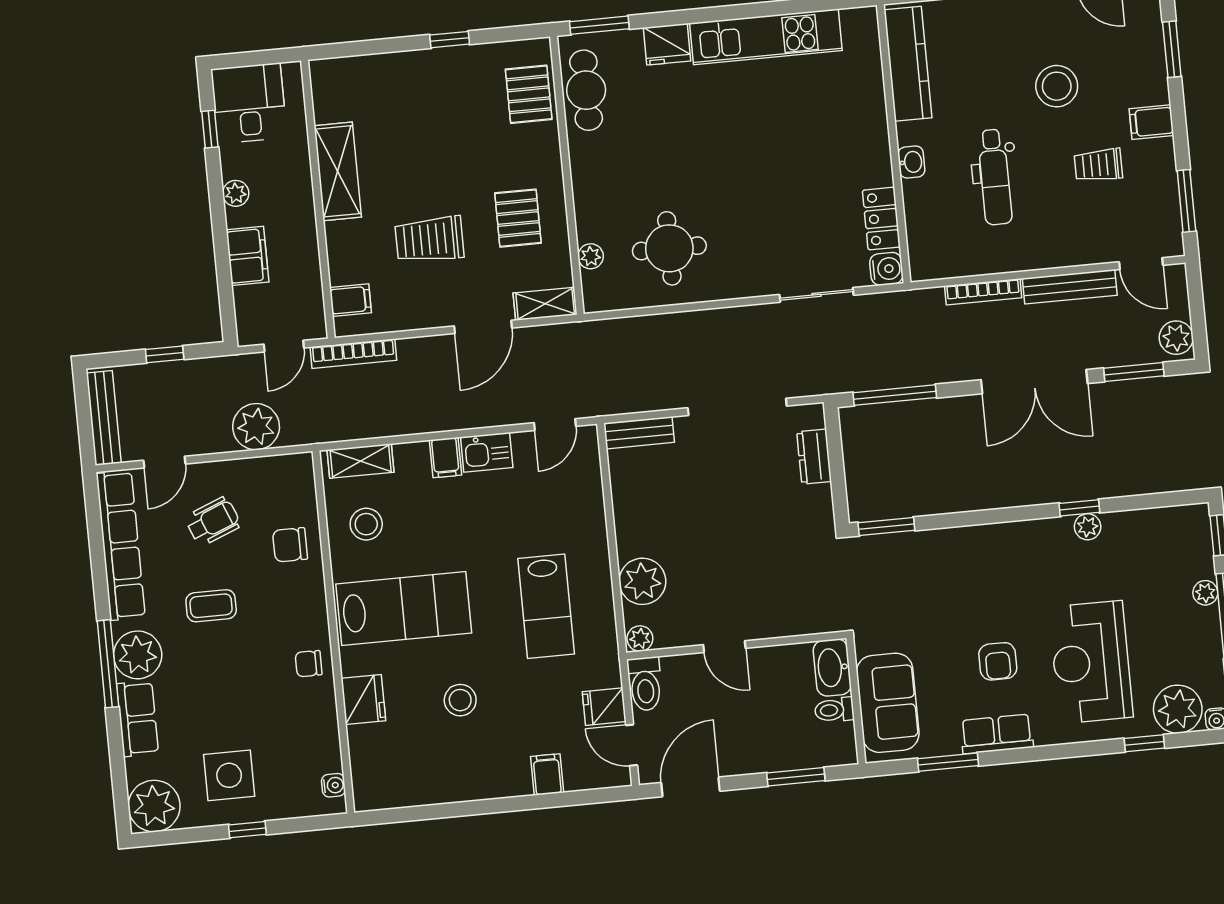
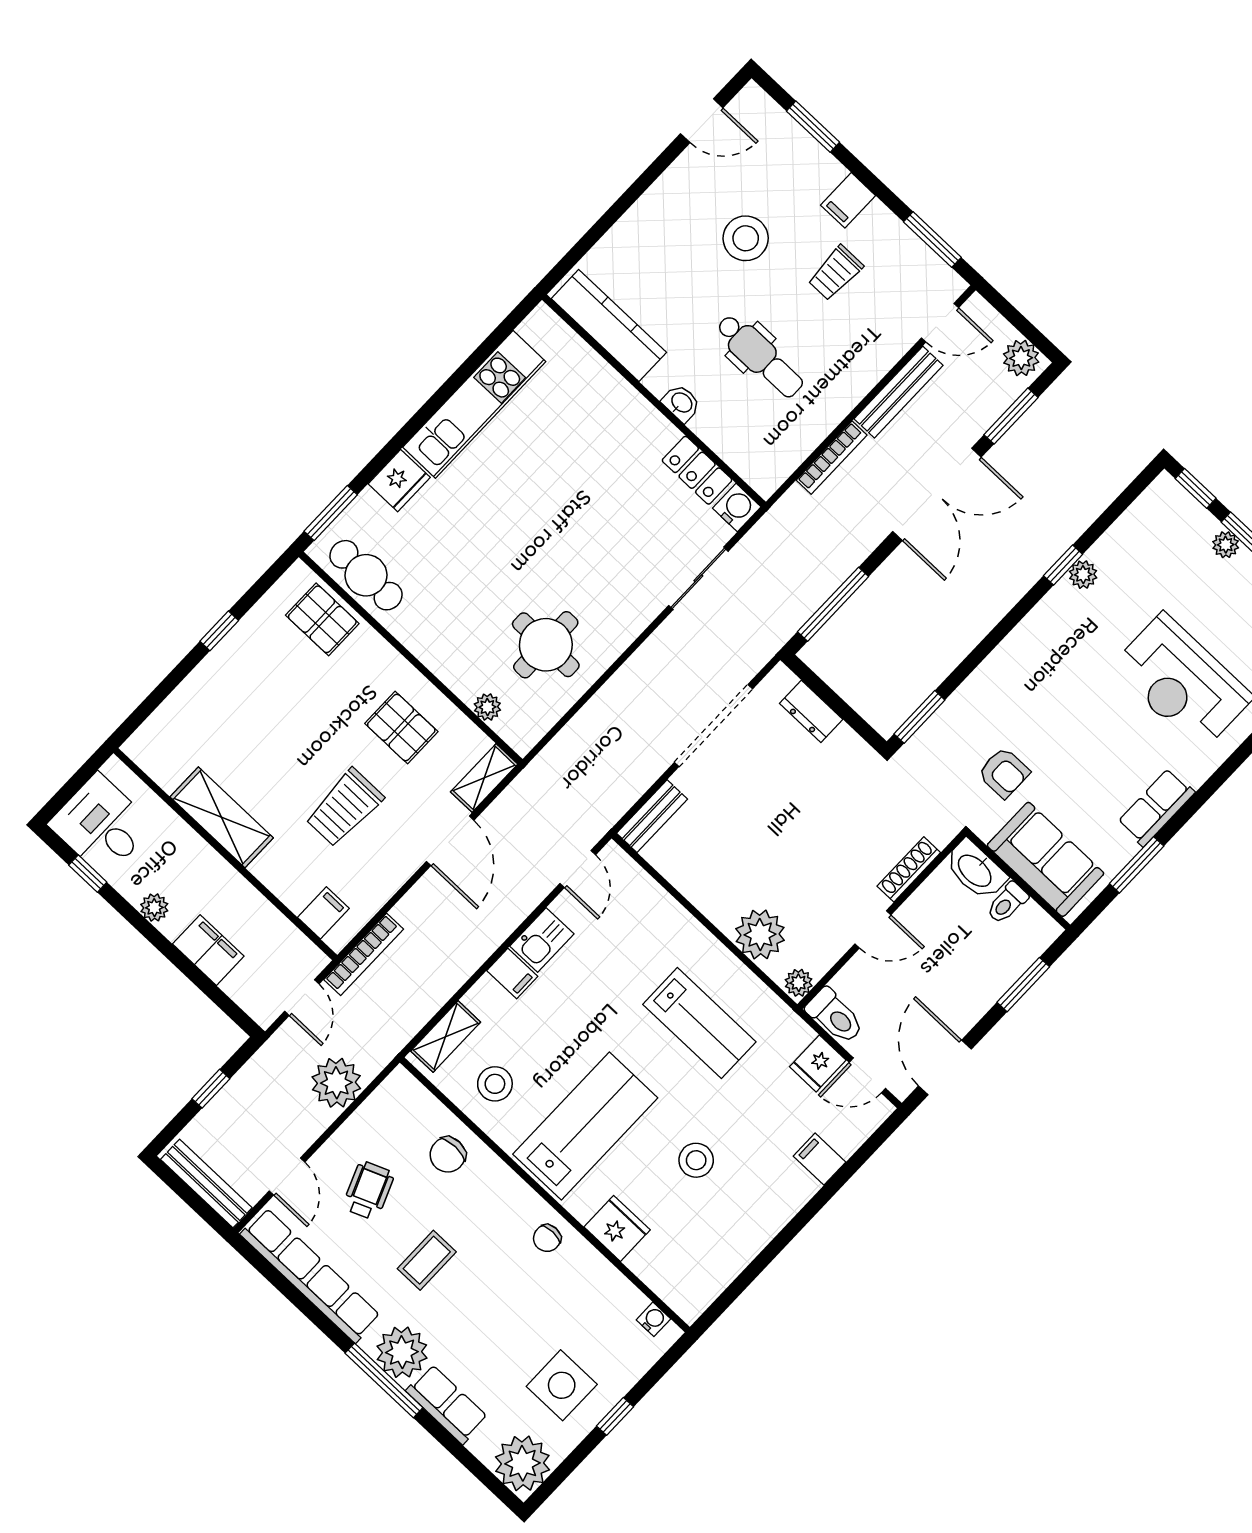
shoe rack: (786, 627) -> (909, 869), added
armchair: (998, 661) -> (1004, 773), moved

